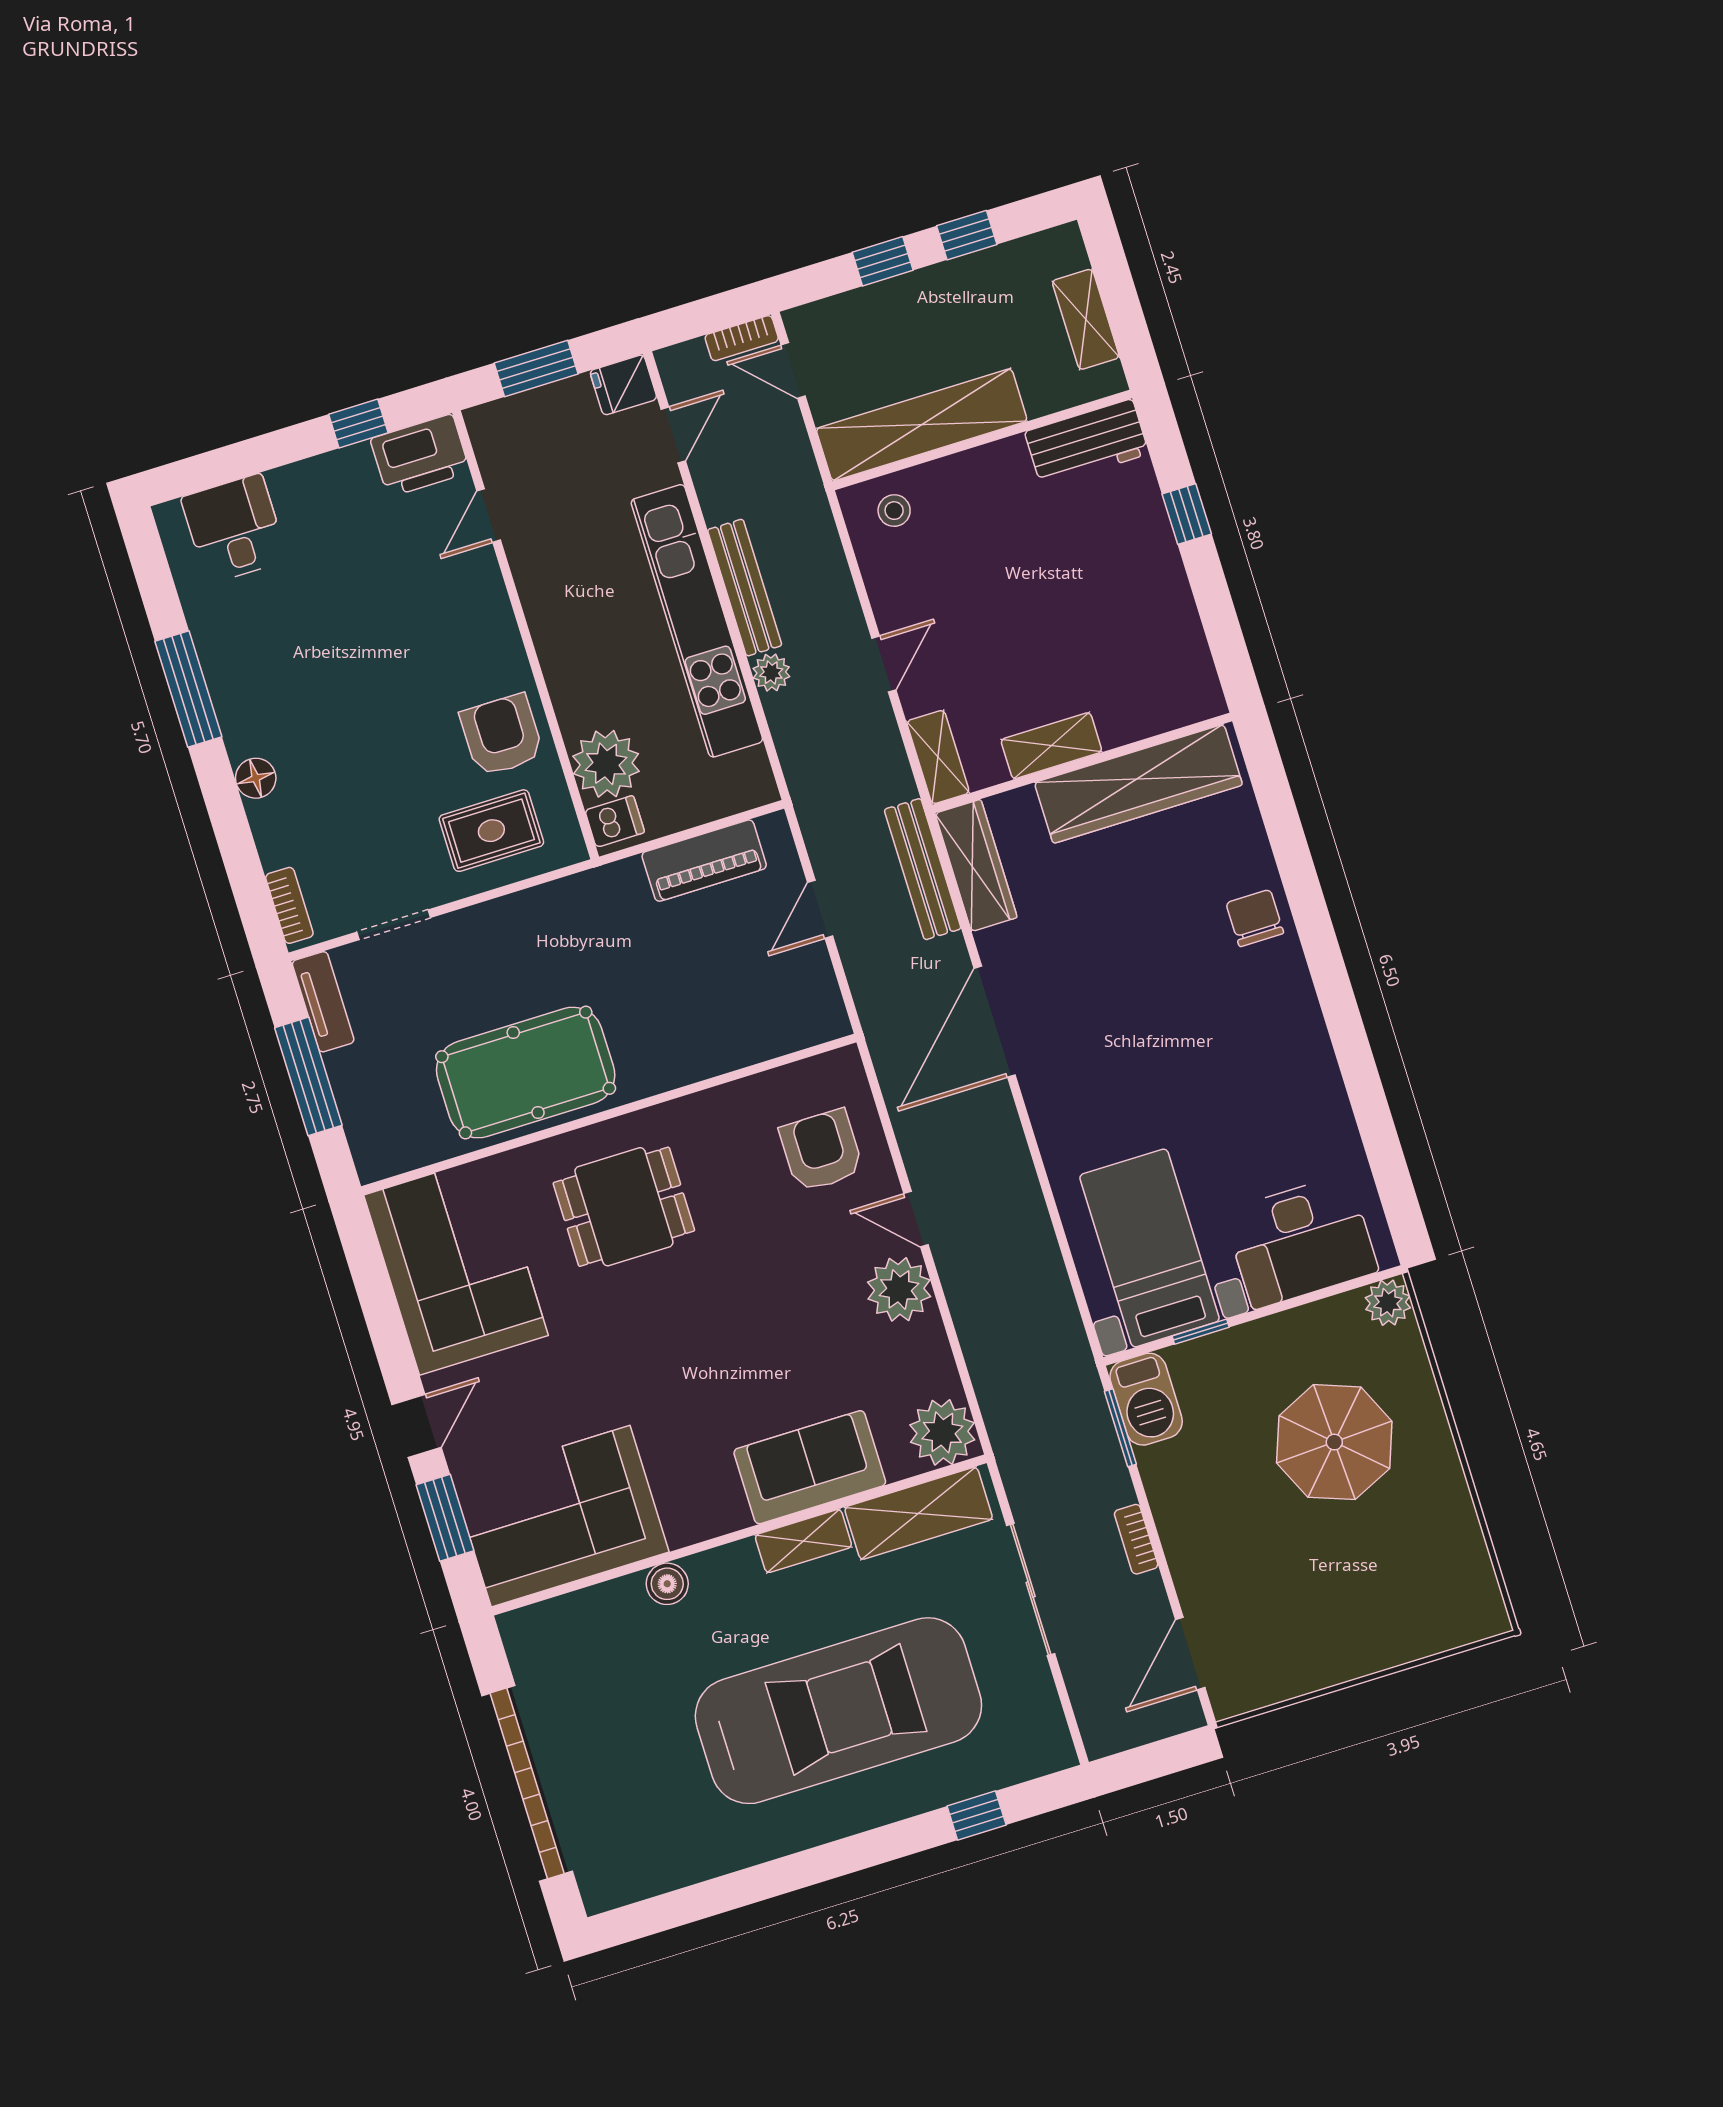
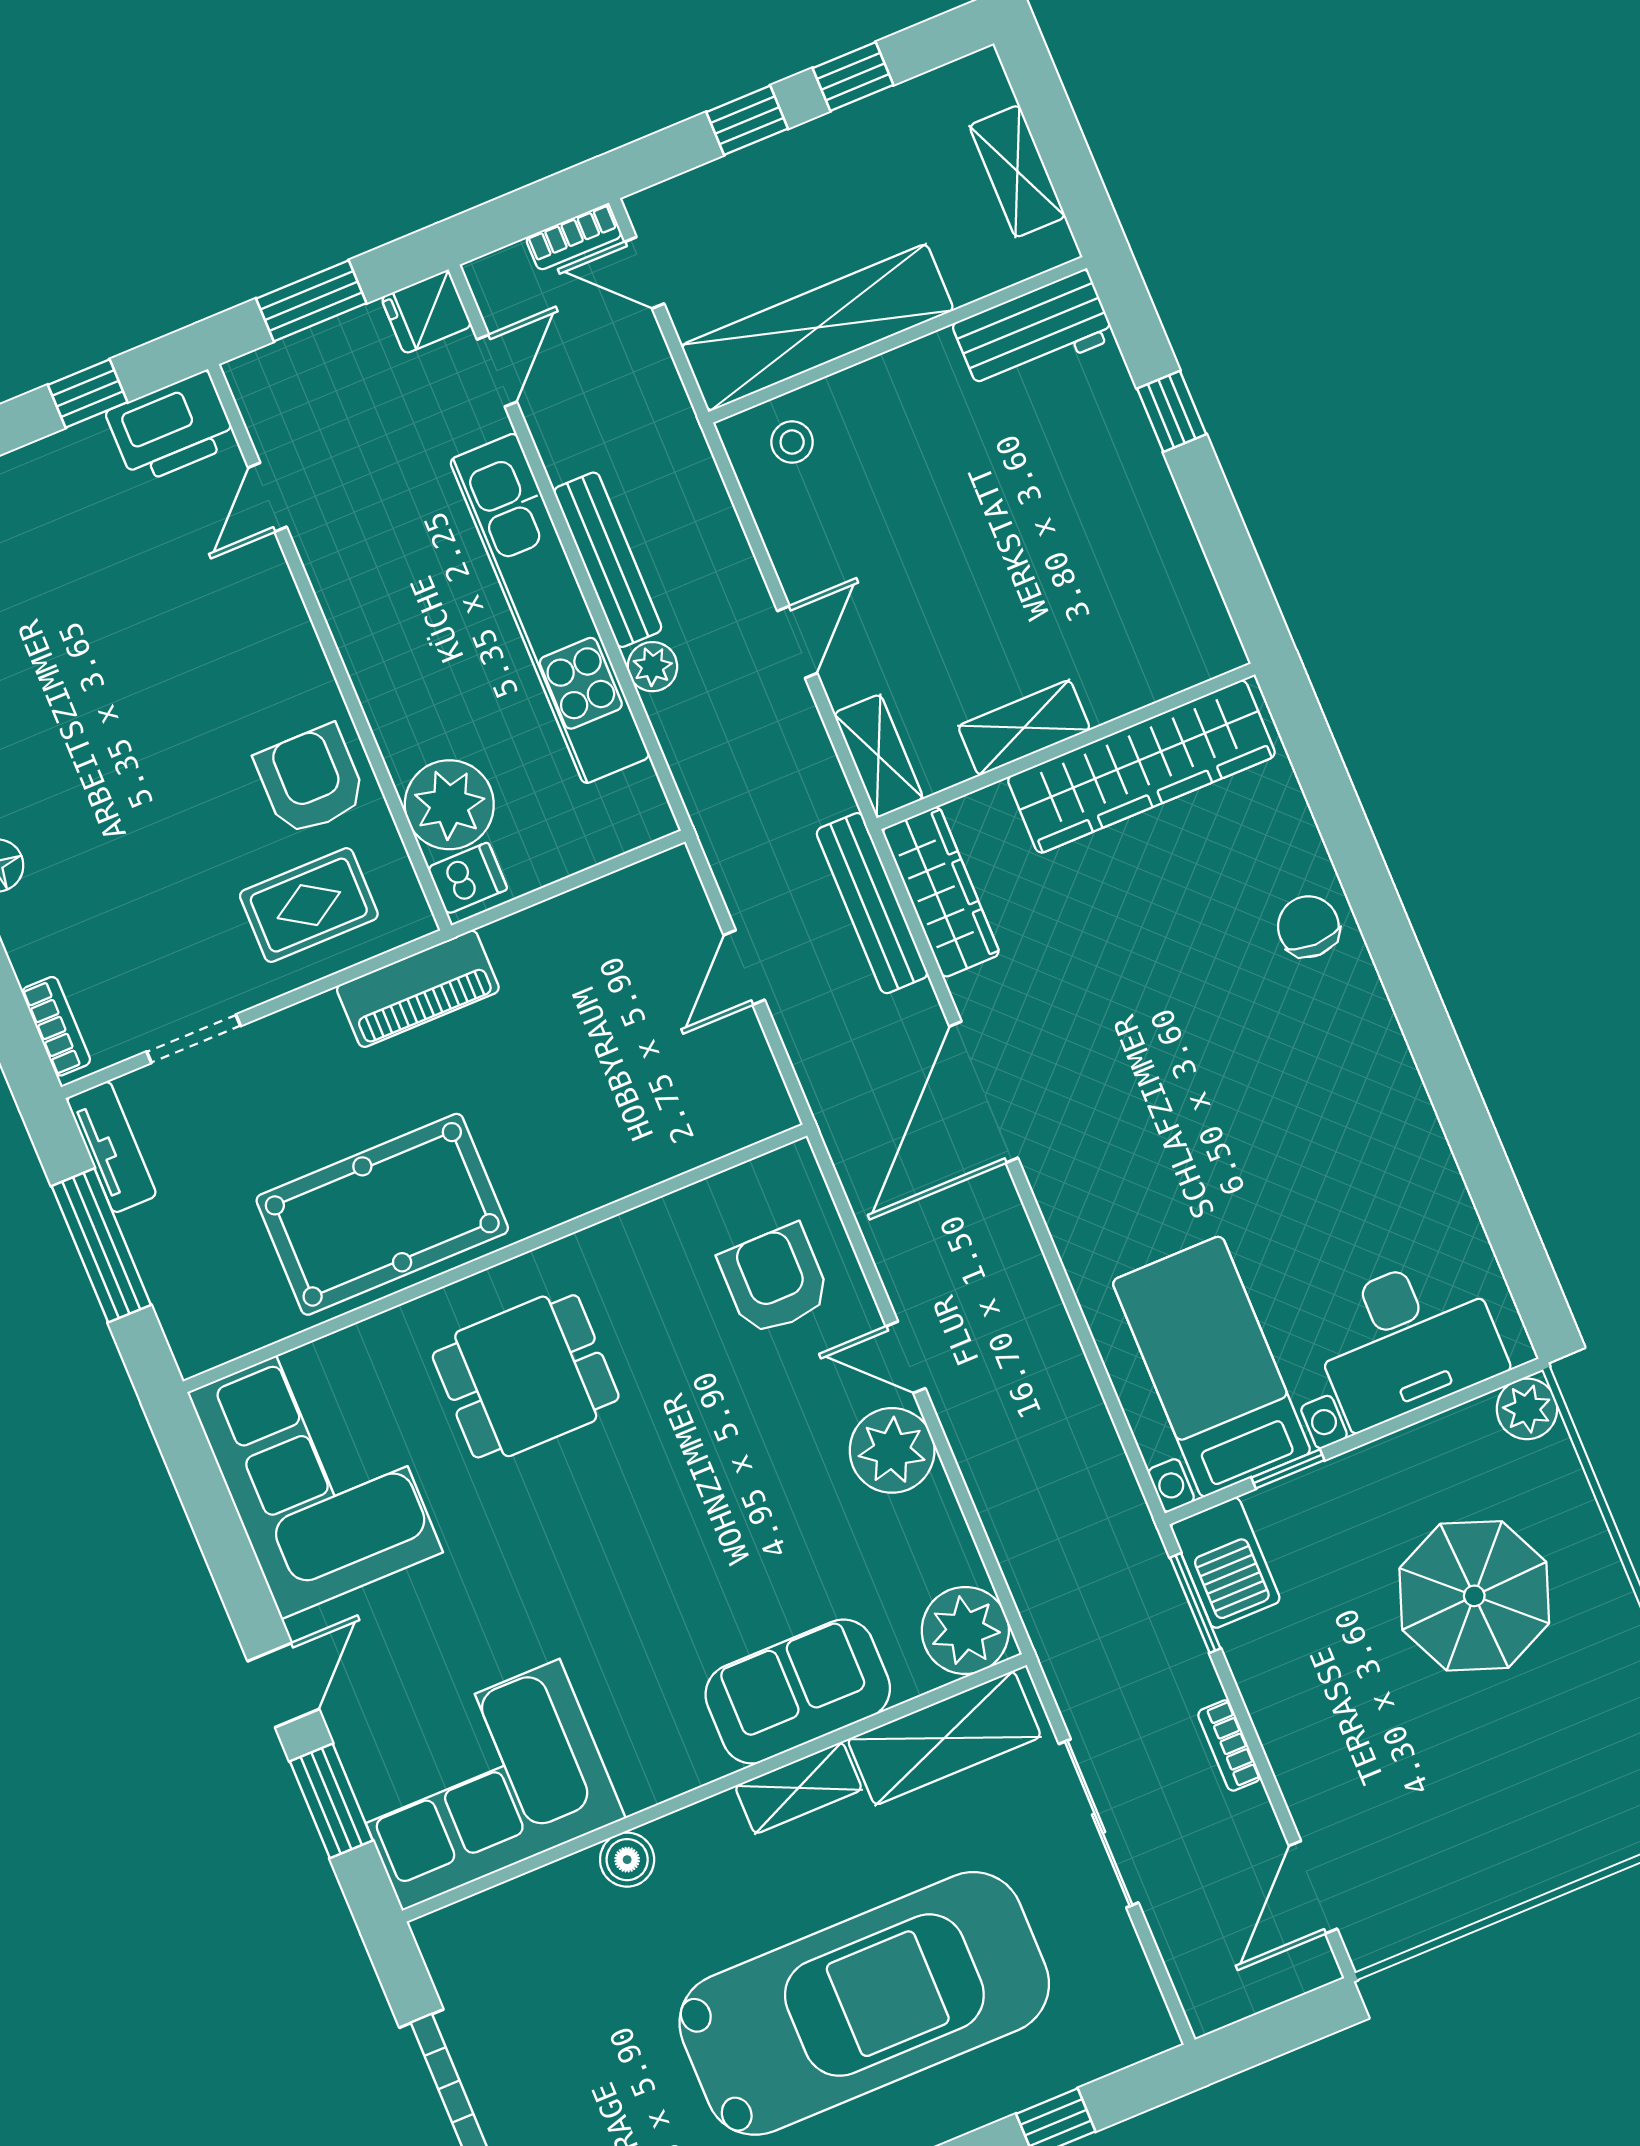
piano: (704, 861) -> (418, 989), moved

